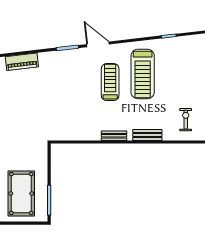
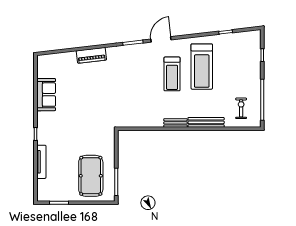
door: (98, 44) -> (161, 39), hinge flipped
treadmill: (110, 82) -> (172, 74), turned 180
bench: (147, 135) -> (206, 122), width x1.36

